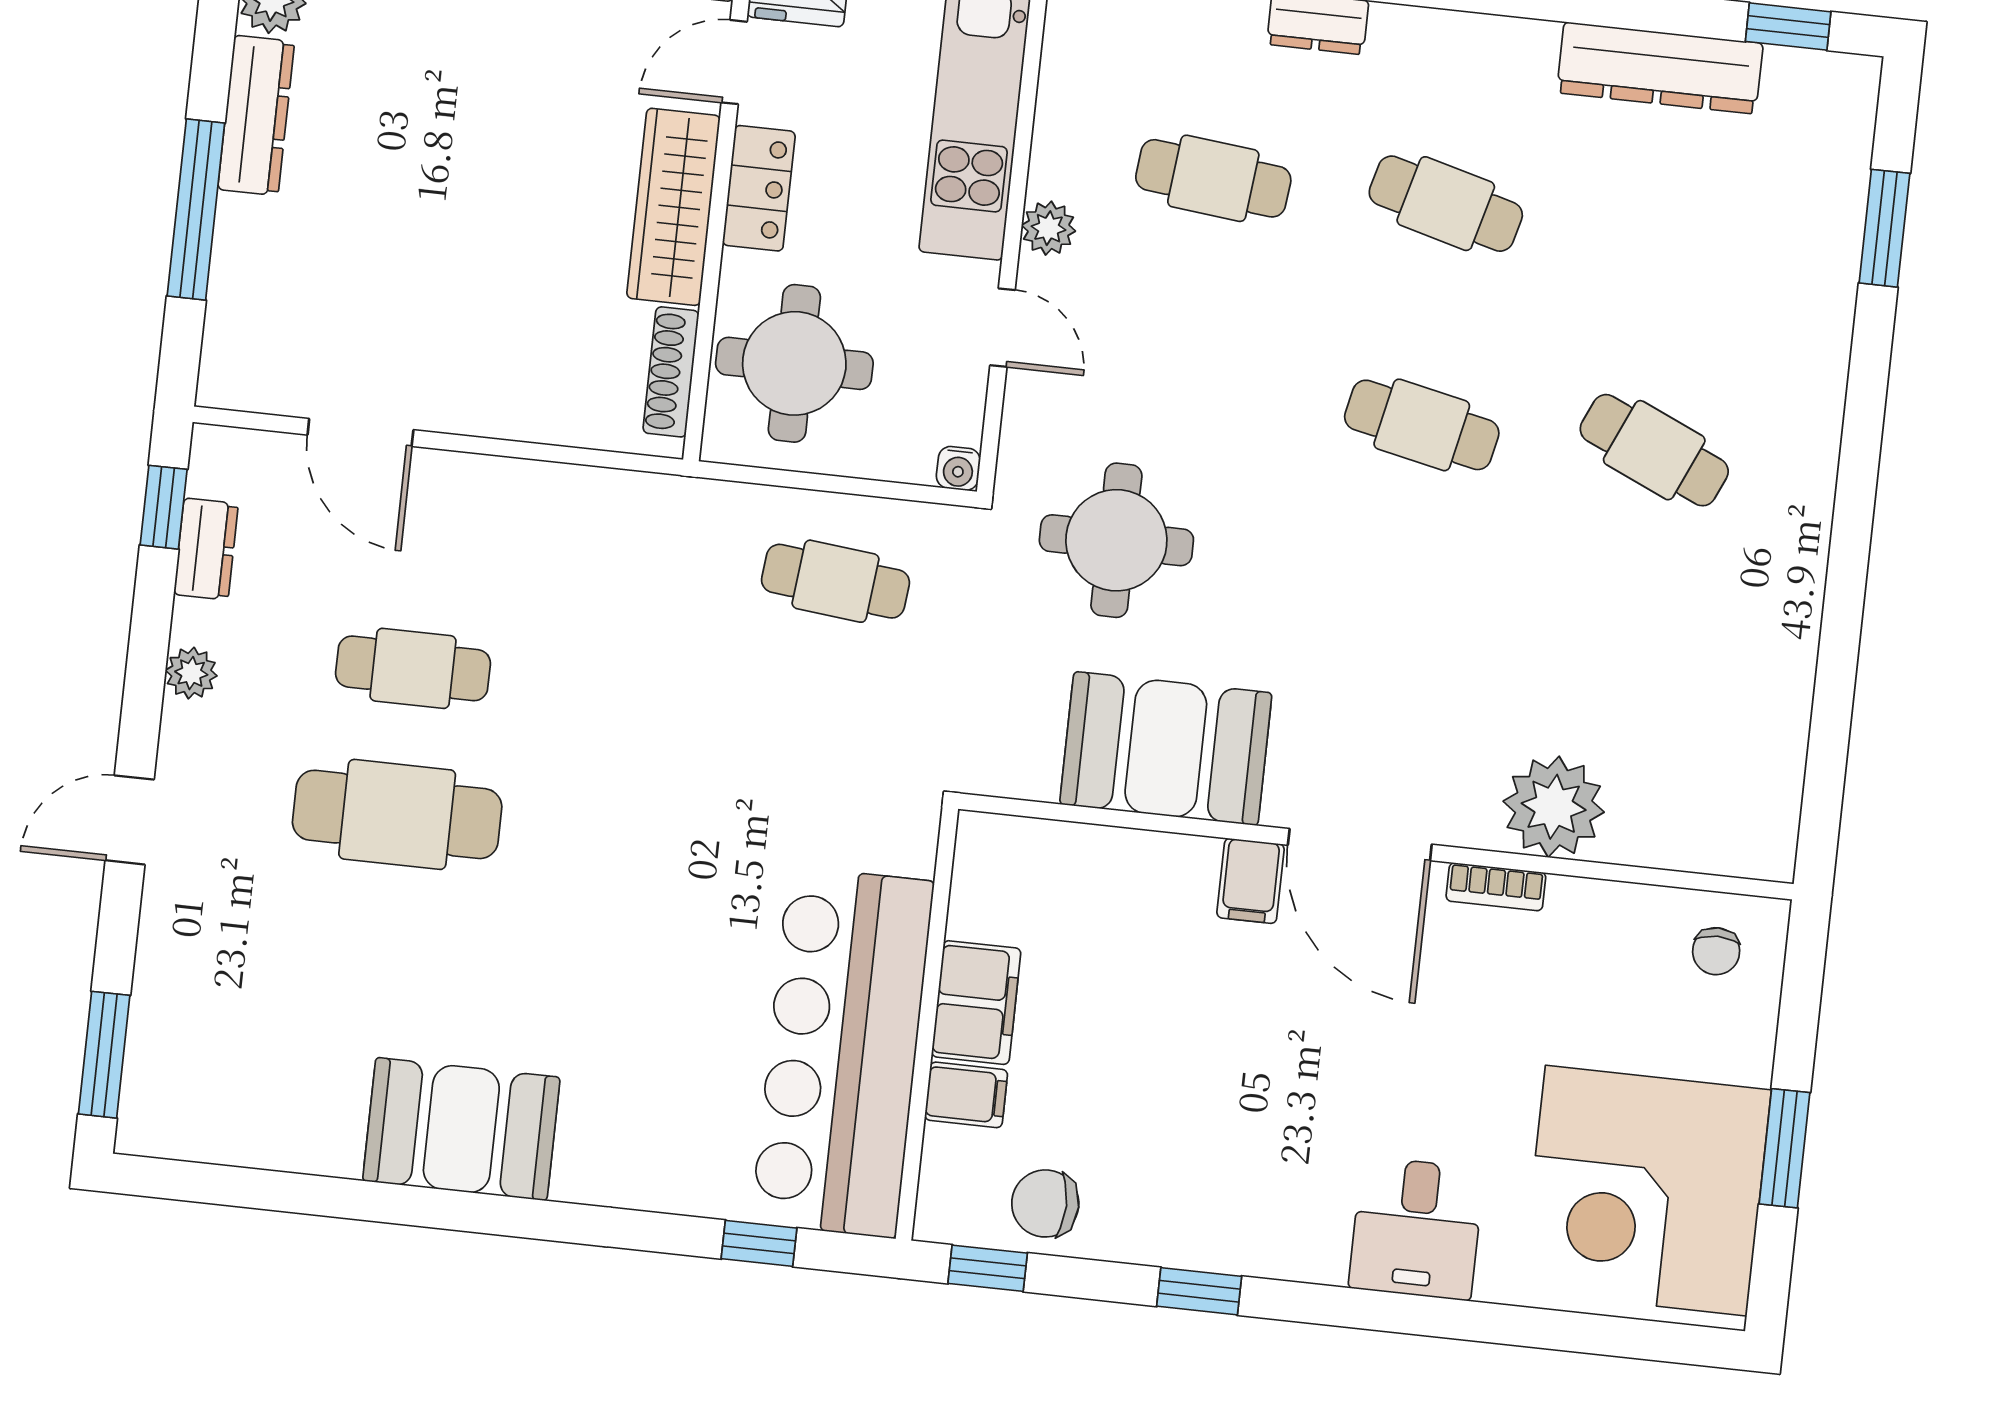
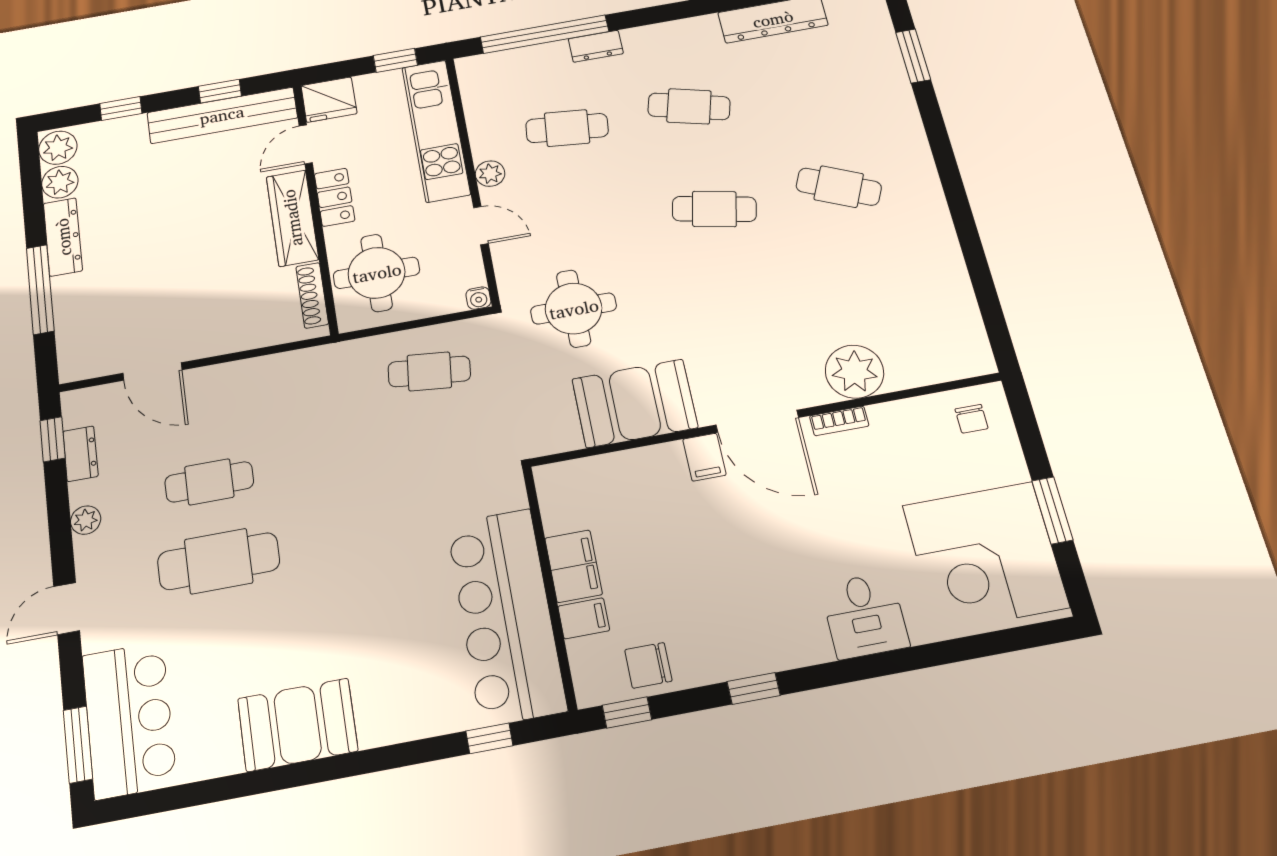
bar counter: (194, 1039) -> (129, 720), added

